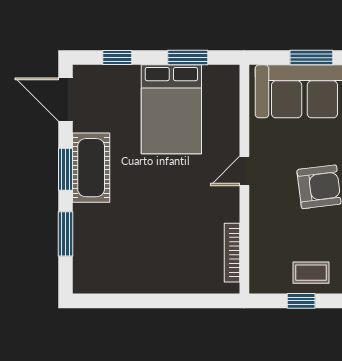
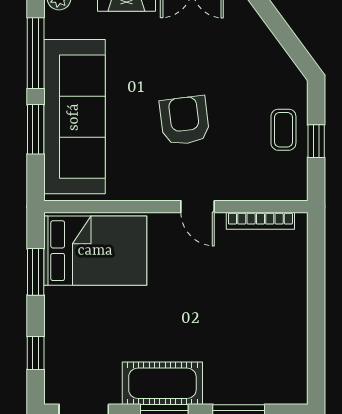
bed: (171, 109) -> (95, 251), moved
door: (244, 171) -> (198, 207), moved

